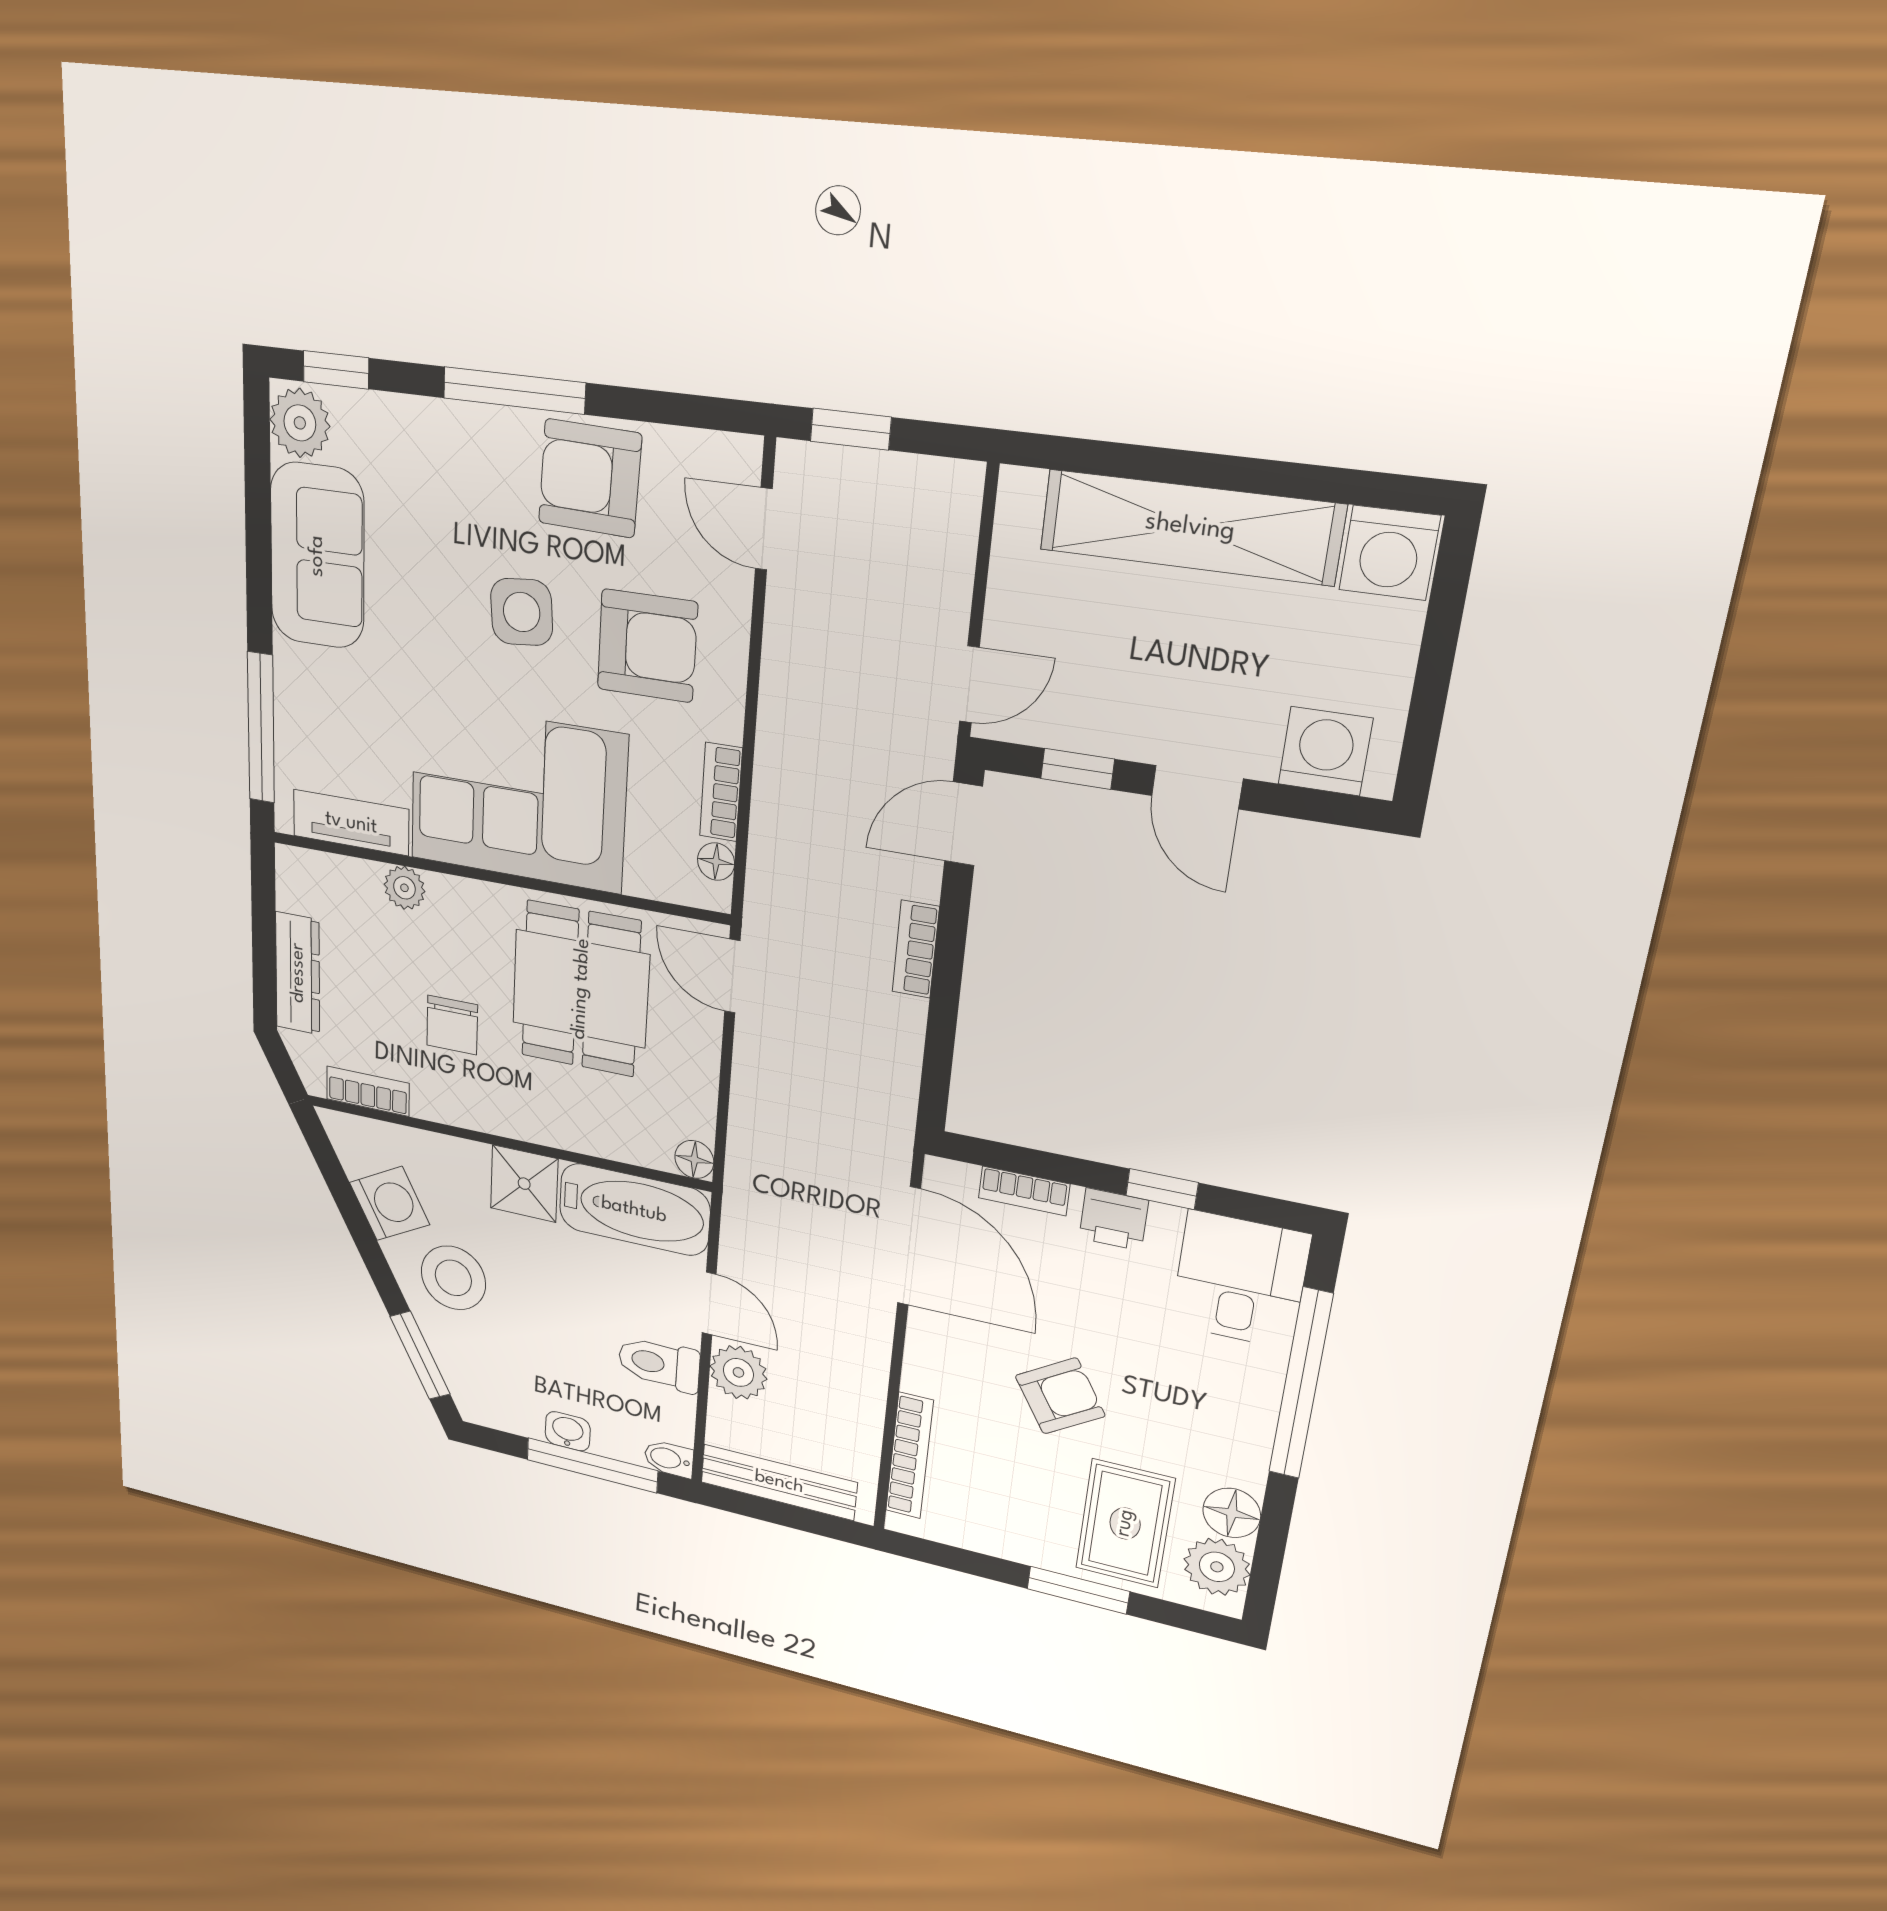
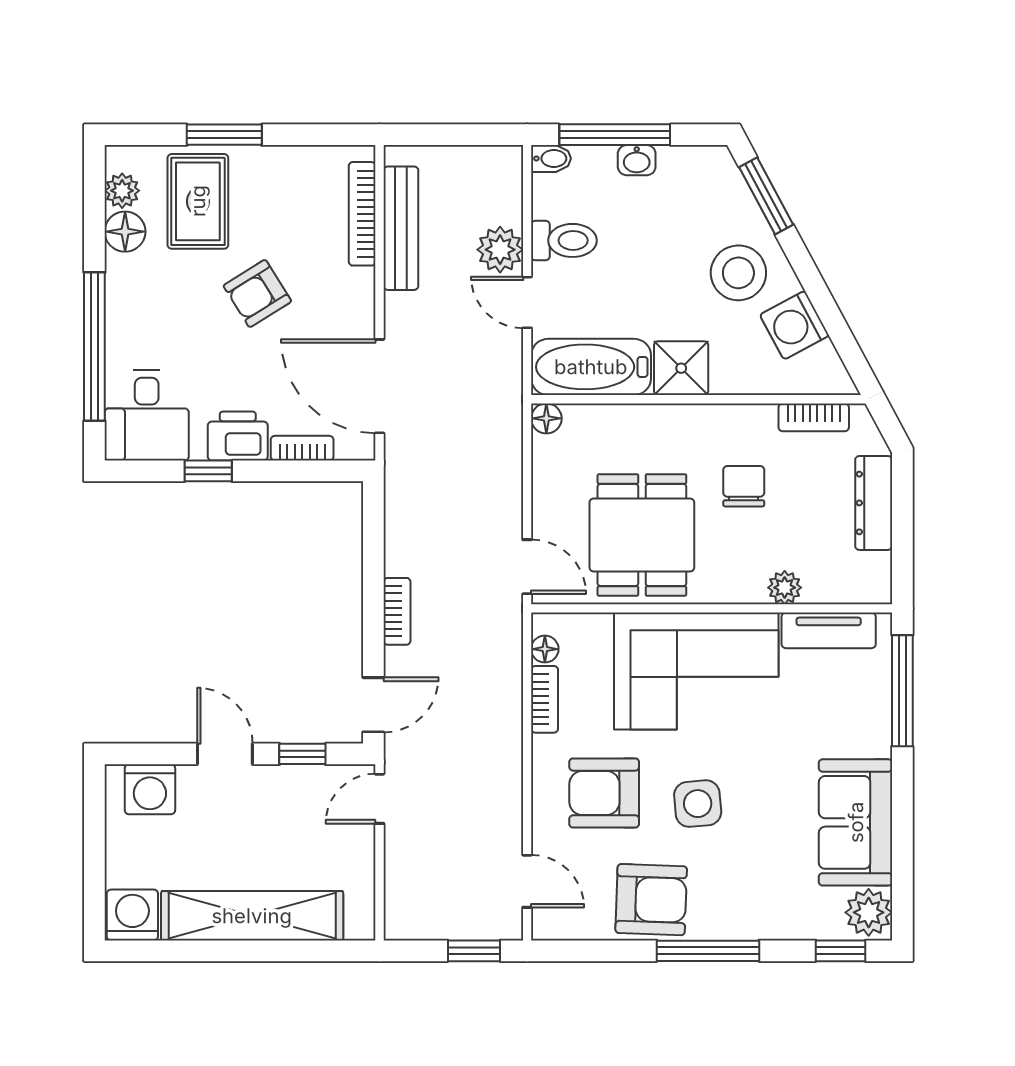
printer: (1114, 1219) -> (238, 436), width x1.36, depth x1.24
bench: (779, 1482) -> (401, 228), moved, turned 90
plant: (1217, 1567) -> (122, 191), width x0.73, depth x0.73

